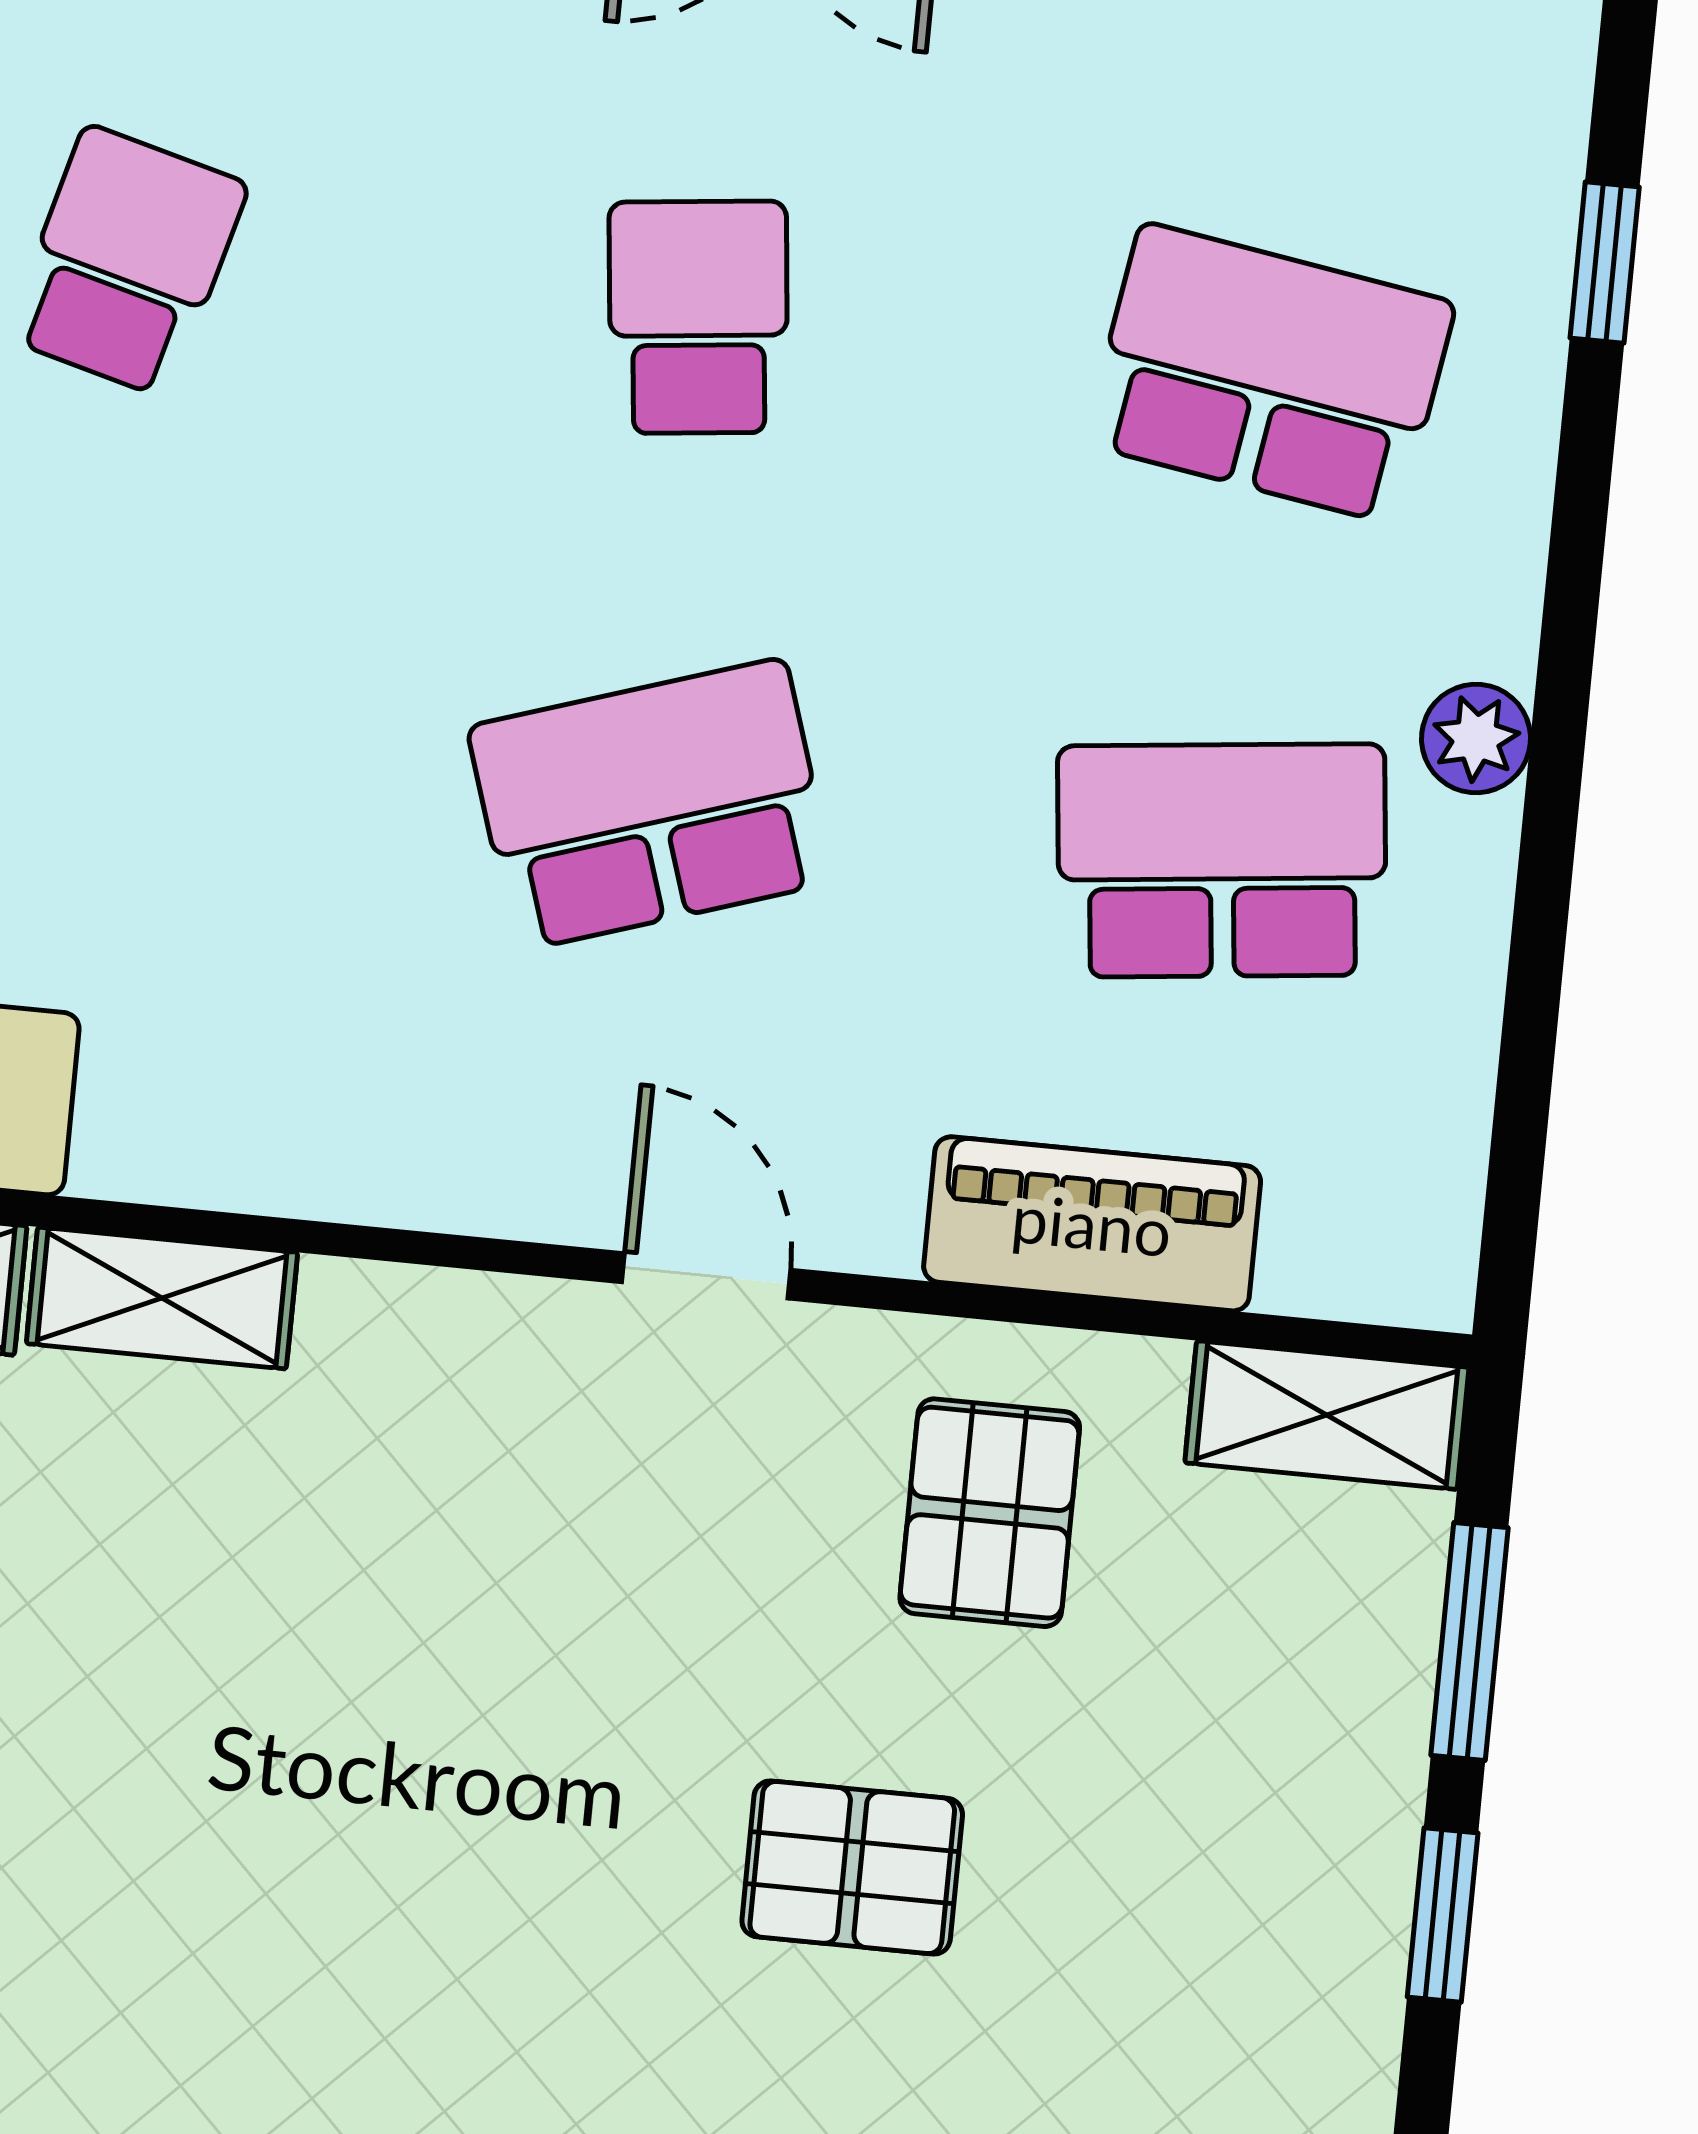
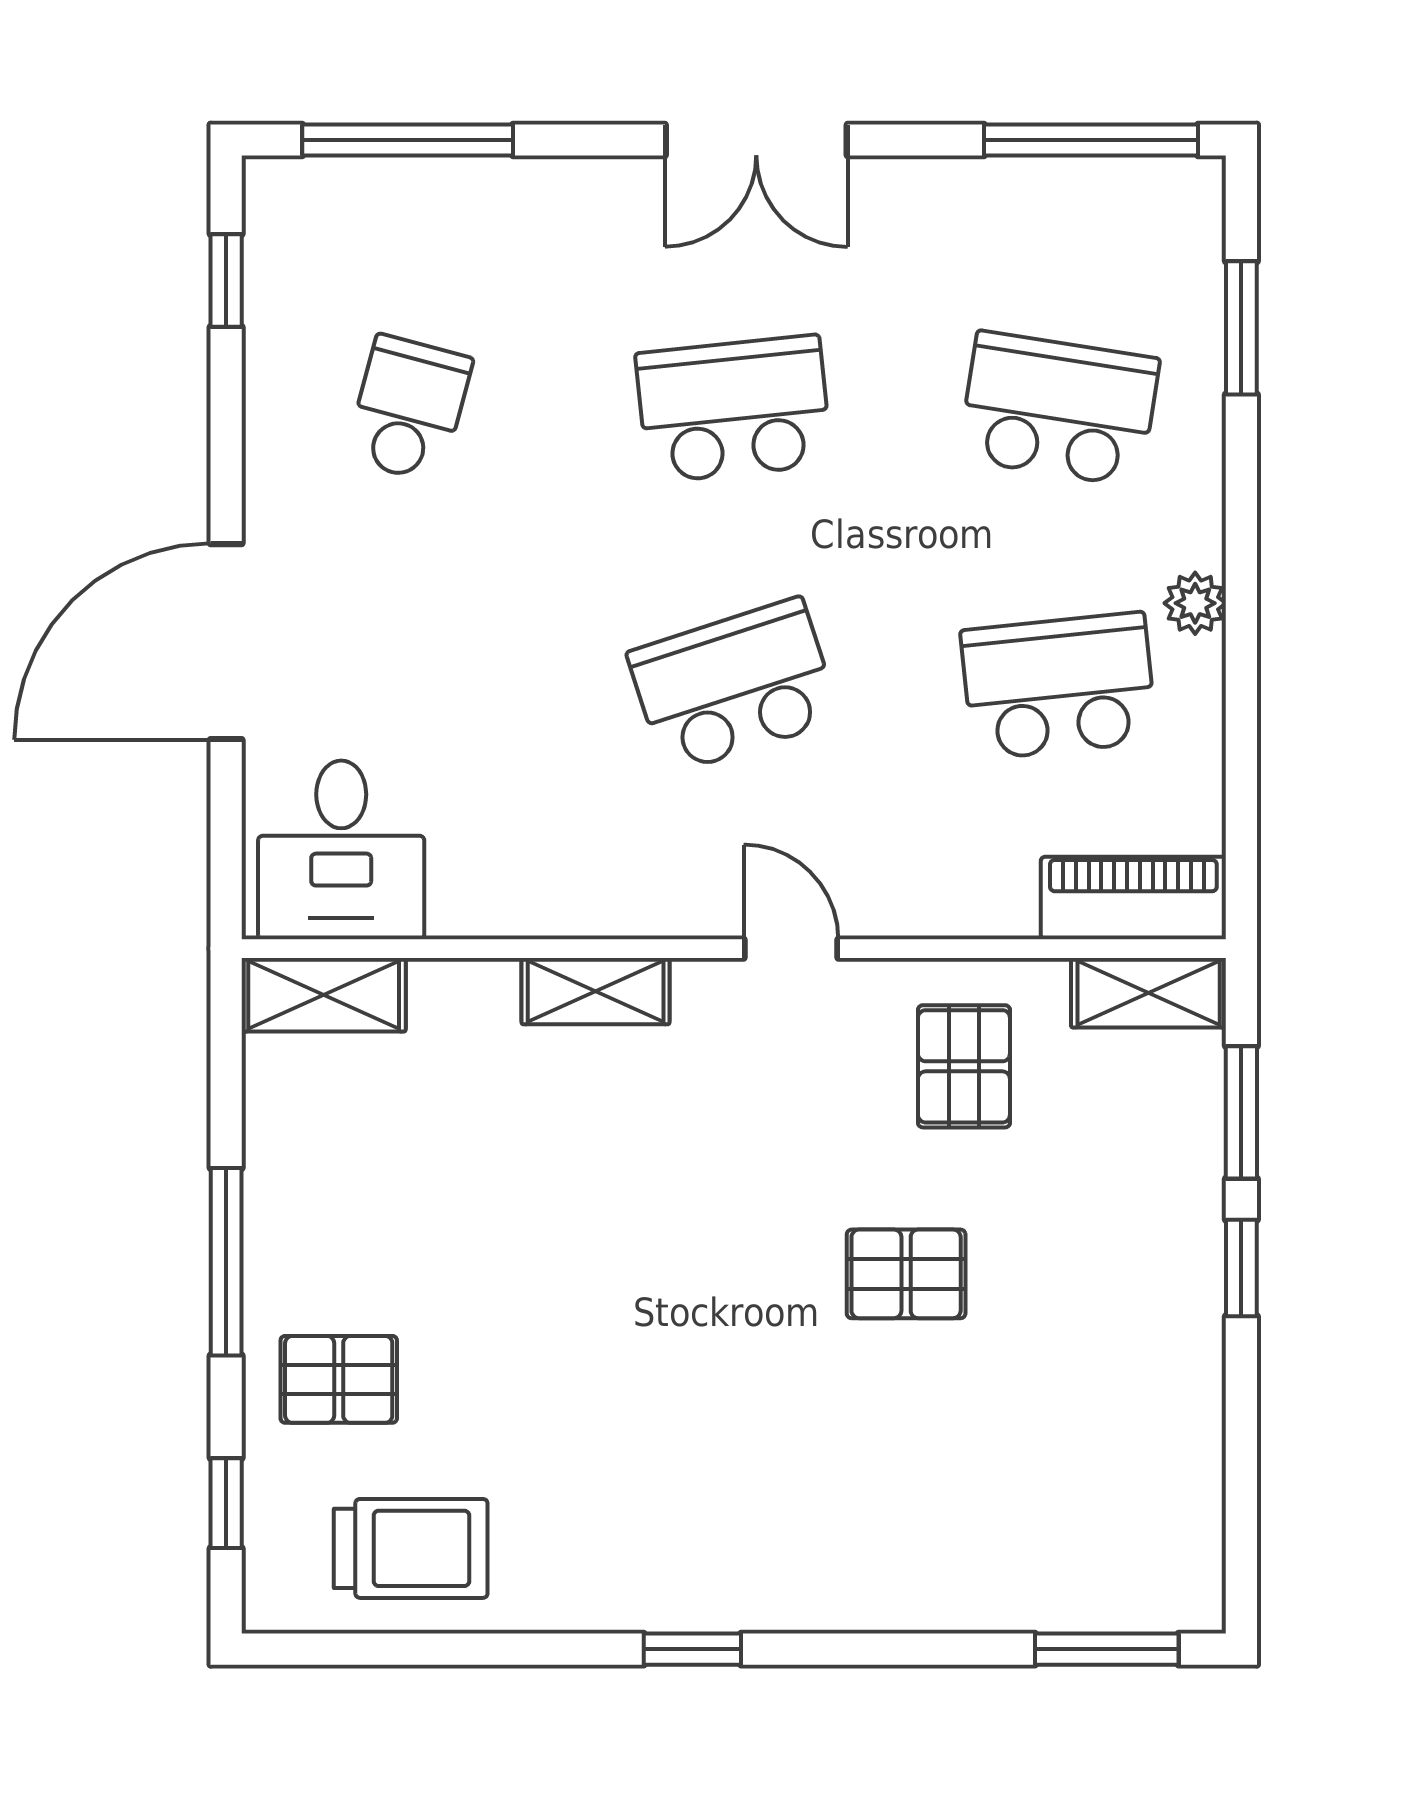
window: (1605, 262) -> (1241, 328), width x1.50
school desk: (698, 317) -> (734, 409), width x1.85
piano: (1092, 1224) -> (1133, 898), moved
shelving: (162, 1298) -> (596, 991), moved

